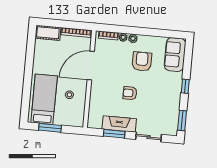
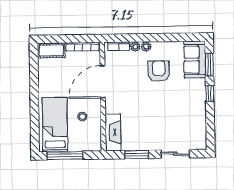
armchair: (130, 93) -> (149, 108), removed
window: (182, 121) -> (209, 64), moved
fireplace: (119, 124) -> (113, 132), moved, turned 90
window: (50, 128) -> (65, 155), width x1.44

